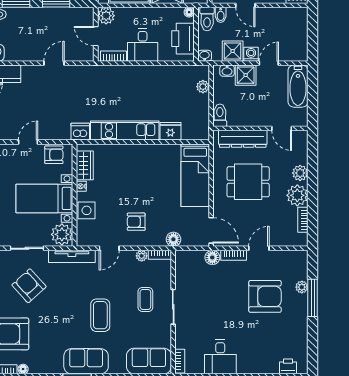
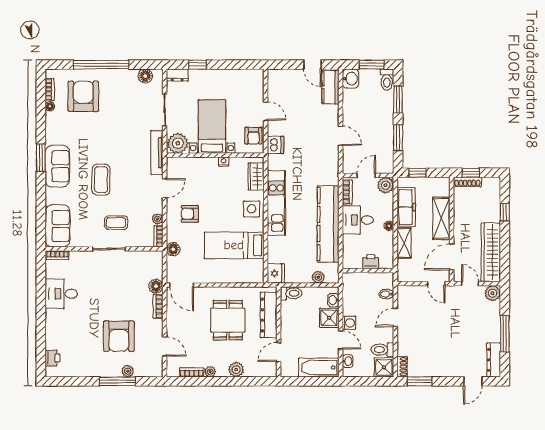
floor lamp: (189, 12) -> (389, 226), moved
toilet: (207, 19) -> (382, 350), moved
printer: (183, 39) -> (371, 262), width x0.53, depth x0.68
shower: (233, 51) -> (384, 367), moved
washbasin: (205, 56) -> (348, 361), moved
kitchen counter: (147, 76) -> (328, 224), added
fridge: (170, 131) -> (276, 273), moved
dishwasher: (80, 132) -> (275, 145), moved
wardrobe: (85, 165) -> (256, 177), moved, turned 90
bed: (195, 175) -> (234, 245), moved
plant: (297, 195) -> (210, 372), width x0.53, depth x0.53
side table: (87, 210) -> (252, 209), moved
armchair: (136, 222) -> (190, 214), turned -90
door: (211, 230) -> (182, 285), hinge flipped
door: (109, 248) -> (165, 188), swing flipped
door: (259, 248) -> (165, 346), moved
armchair: (29, 286) -> (129, 112), removed
coffee table: (100, 315) -> (101, 180), turned 90

